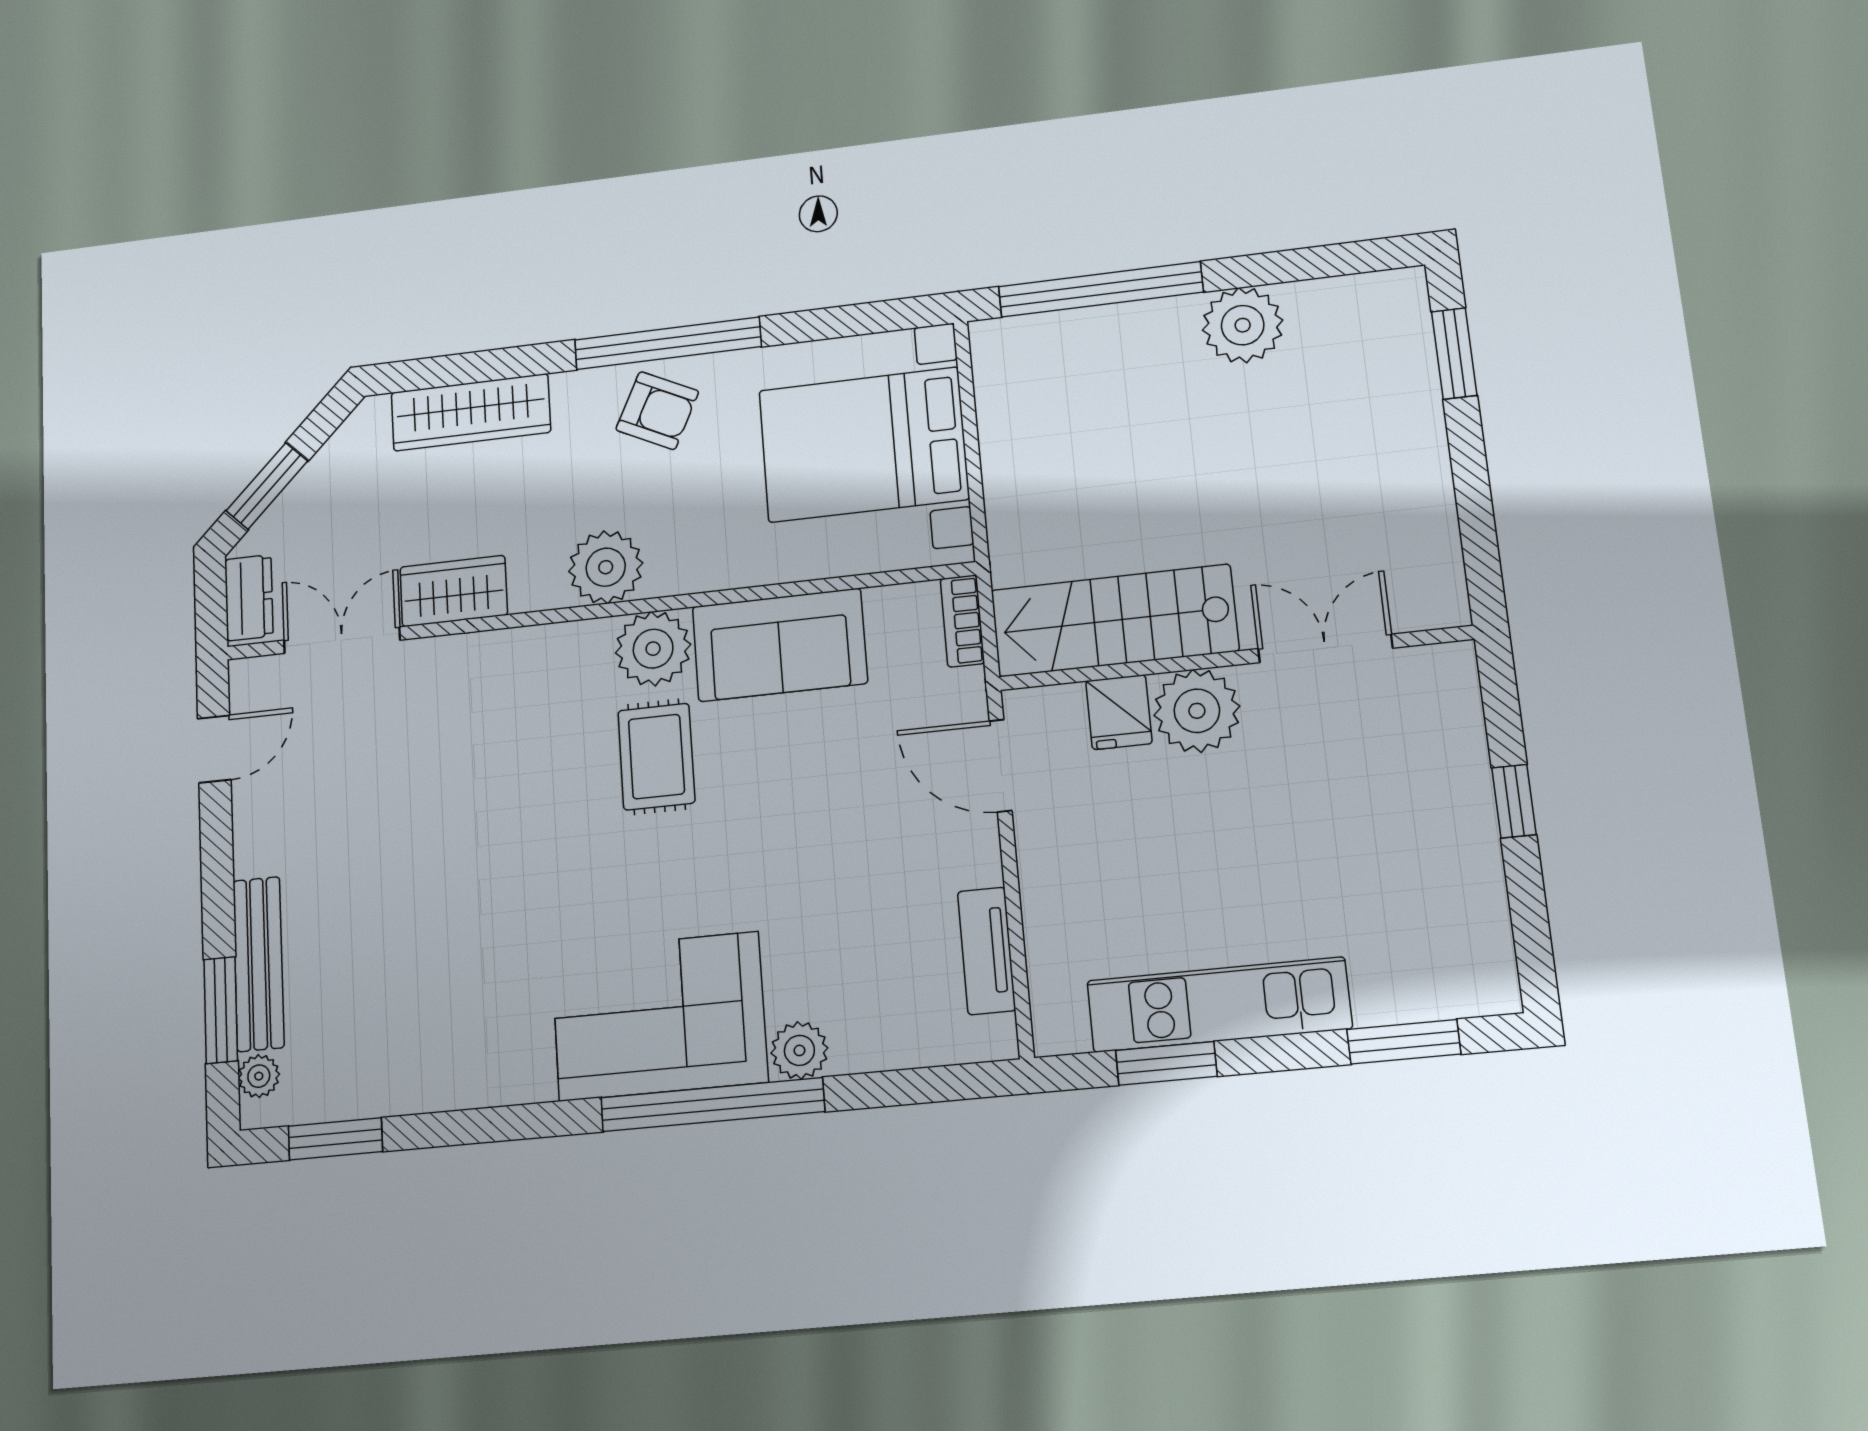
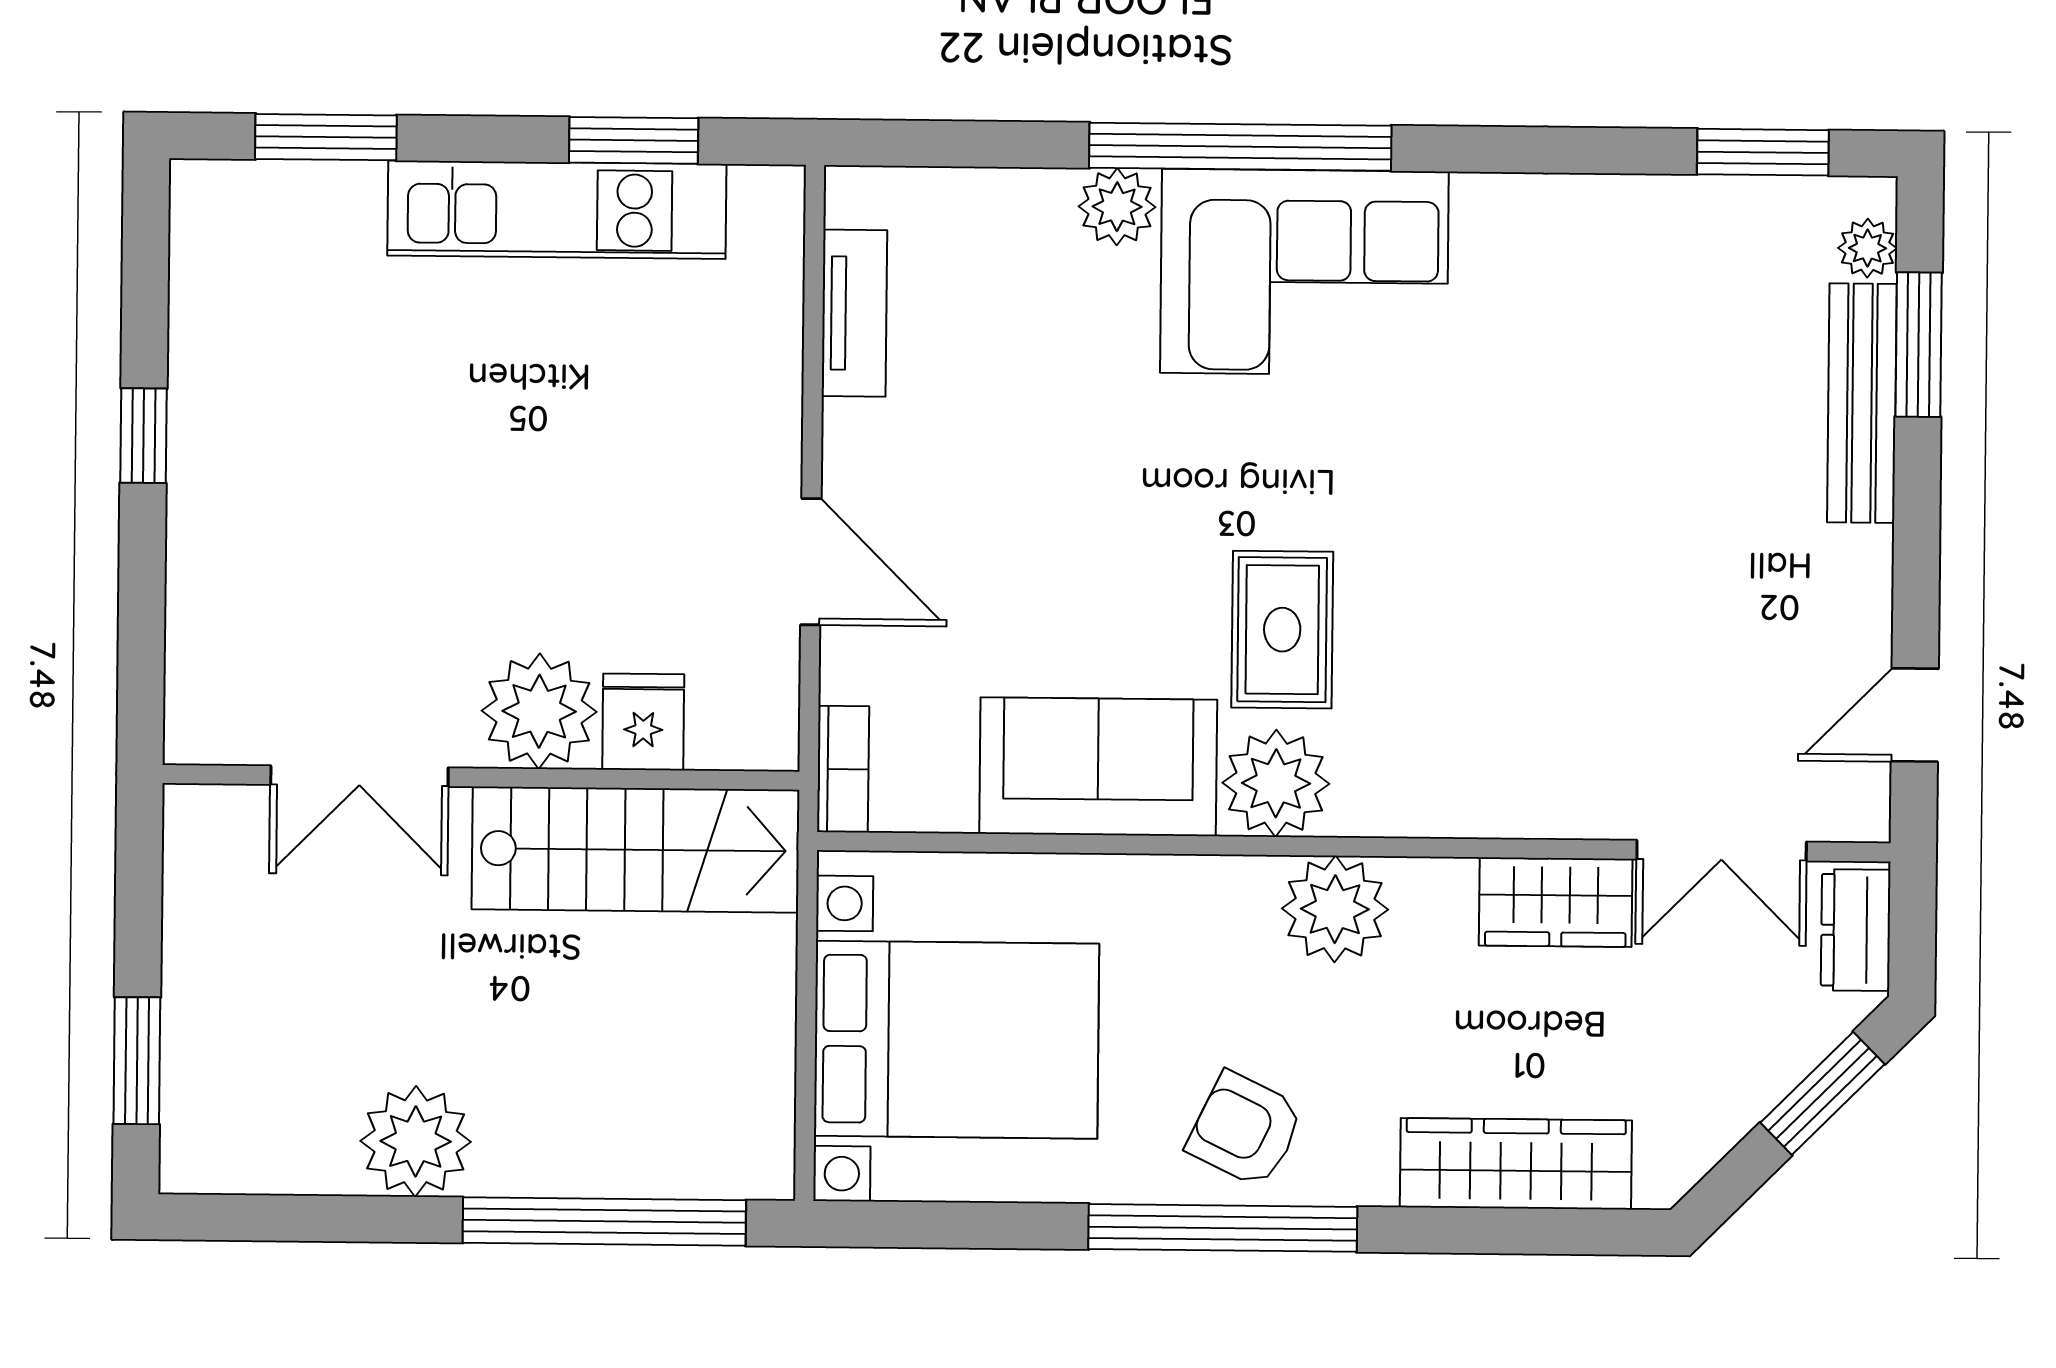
stairs: (1114, 620) -> (636, 850), moved
double door: (1325, 648) -> (359, 776), moved
wall: (1234, 658) -> (481, 777), moved
plant: (1197, 711) -> (539, 711), moved
fridge: (1119, 712) -> (643, 722), moved

